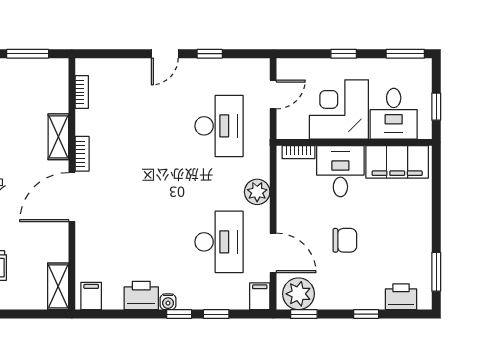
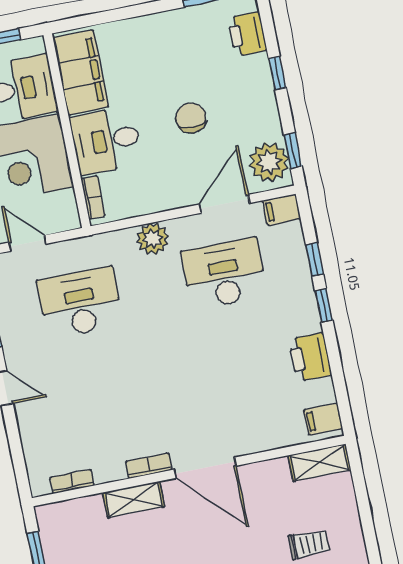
water cooler: (168, 302) -> (311, 322), removed

